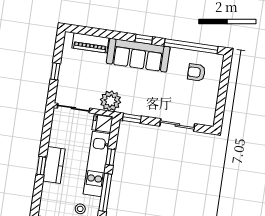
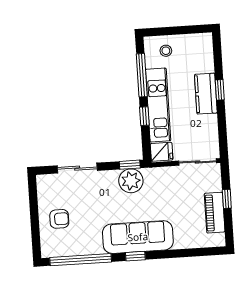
piano: (90, 43) -> (215, 213), moved, turned -90
armchair: (196, 72) -> (59, 219), moved
plant: (111, 101) -> (131, 181), moved

